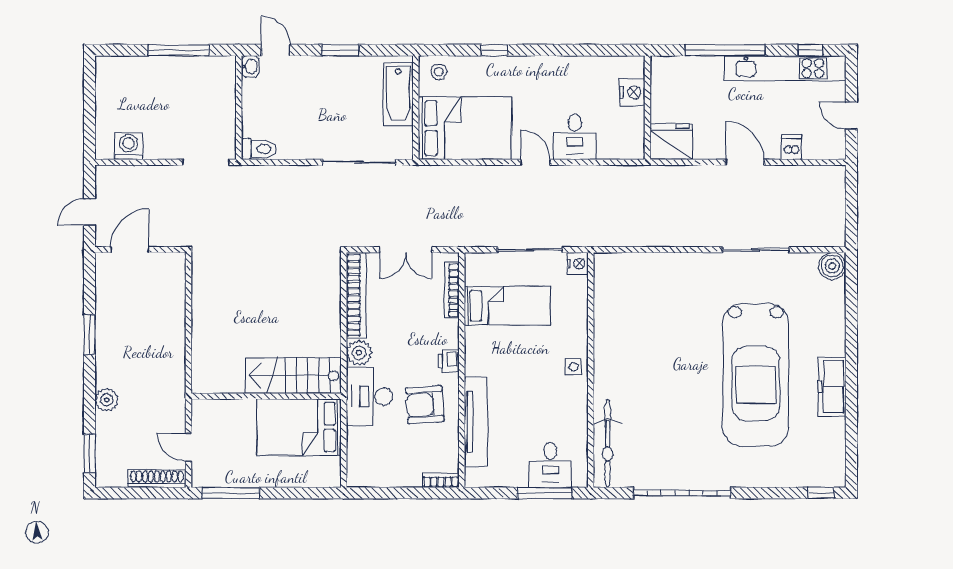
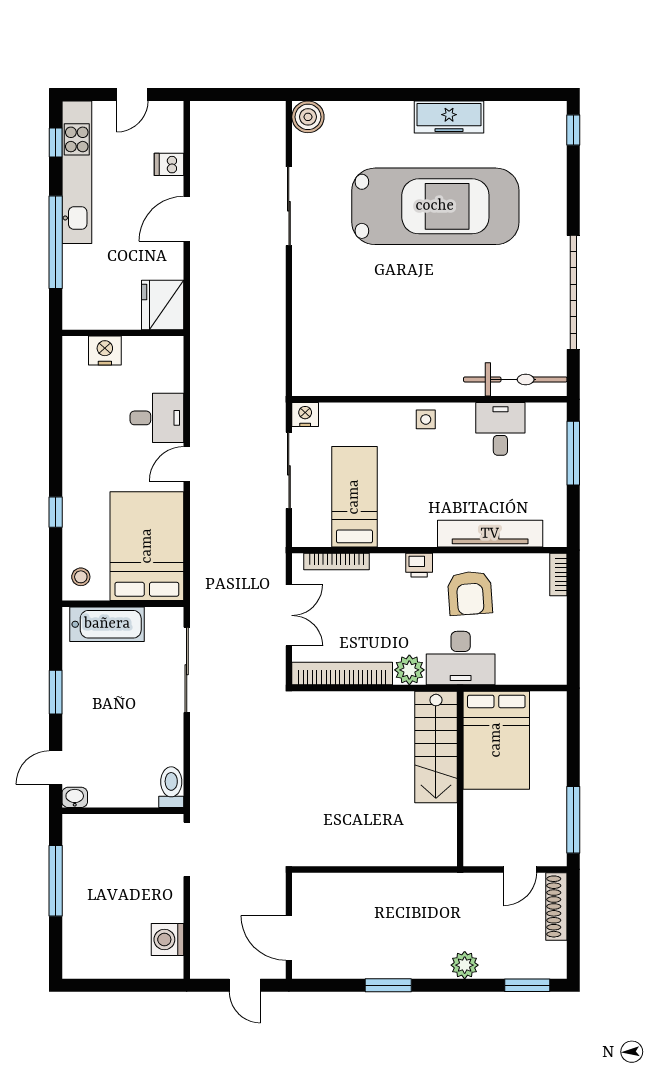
desk: (550, 465) -> (500, 429), moved, turned -90

